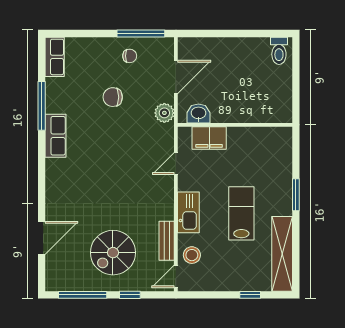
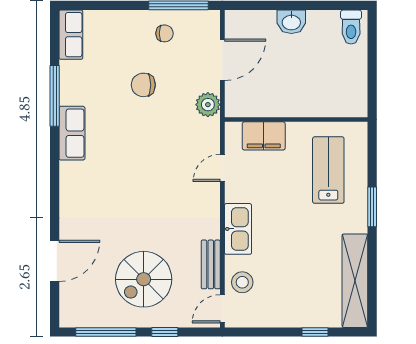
washbasin: (198, 113) -> (291, 22), moved, turned 180
lab bench: (241, 213) -> (328, 170), moved

